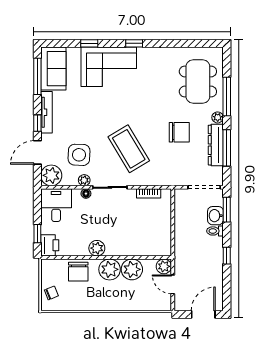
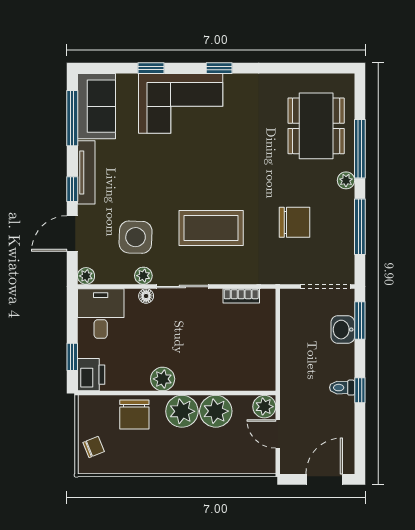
chair: (179, 132) -> (294, 222), moved
dresser: (216, 145) -> (343, 222), removed
coffee table: (129, 149) -> (211, 228), turned -59
plant: (51, 175) -> (86, 276), width x0.53, depth x0.53
toilet: (215, 231) -> (342, 388), moved

